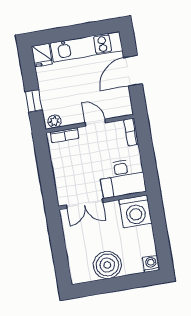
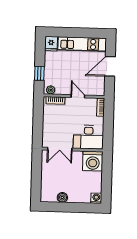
boiler: (107, 265) -> (62, 197), width x0.54, depth x0.54

